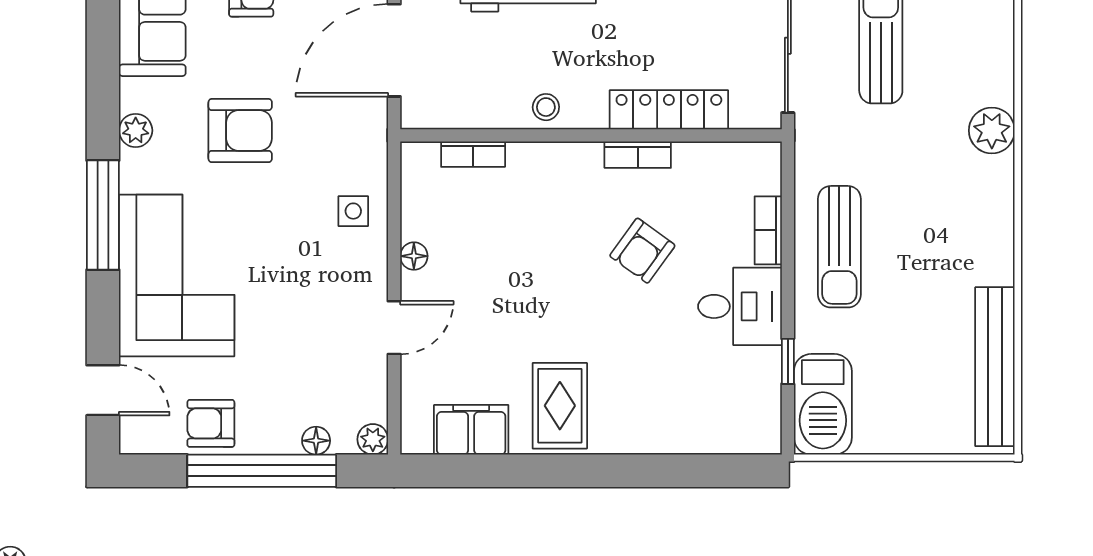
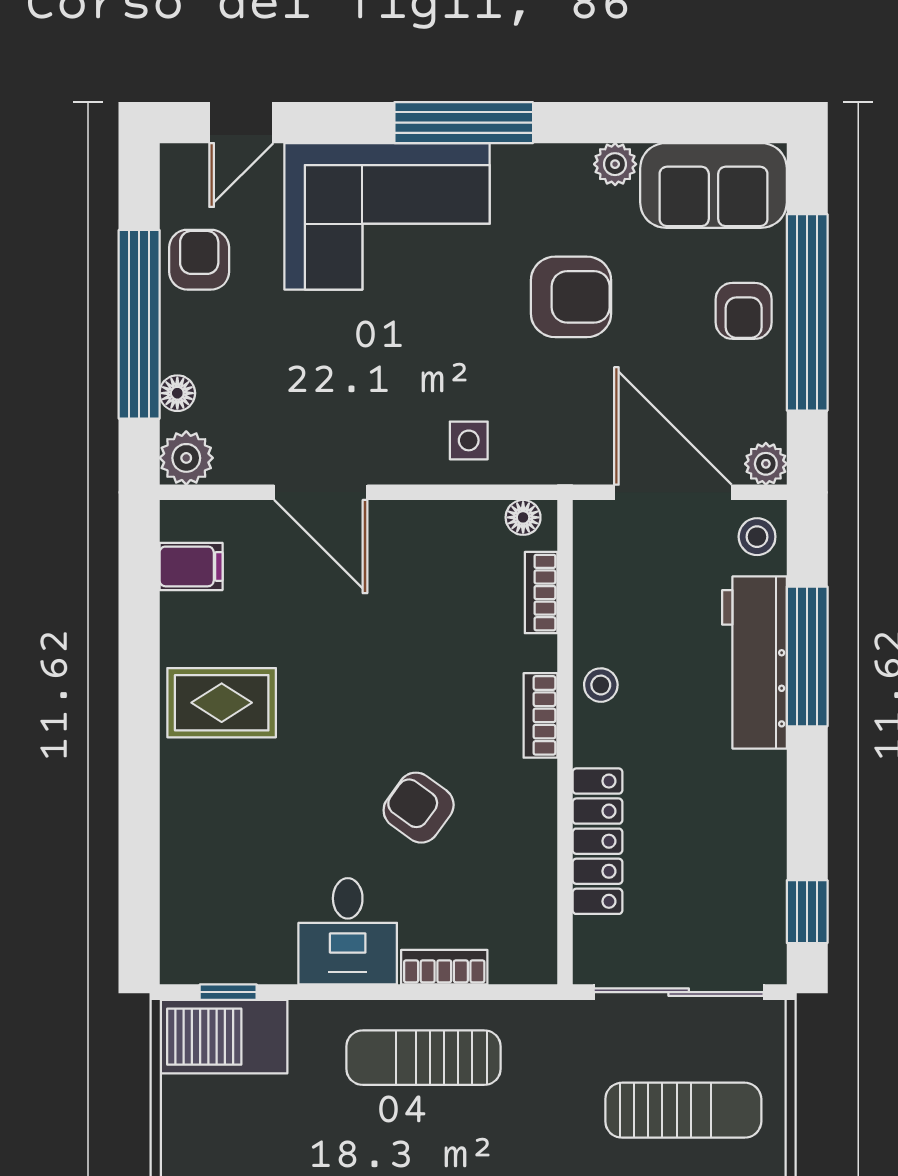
plant: (136, 130) -> (615, 164), moved
armchair: (240, 131) -> (571, 297), turned -90
bookcase: (638, 155) -> (540, 715), moved
floor lamp: (414, 256) -> (523, 517), moved
door: (394, 328) -> (321, 492), width x1.38
window: (788, 361) -> (228, 992), moved
filing cabinet: (471, 430) -> (191, 566), width x0.50
plant: (373, 439) -> (186, 458), width x1.38, depth x1.38

